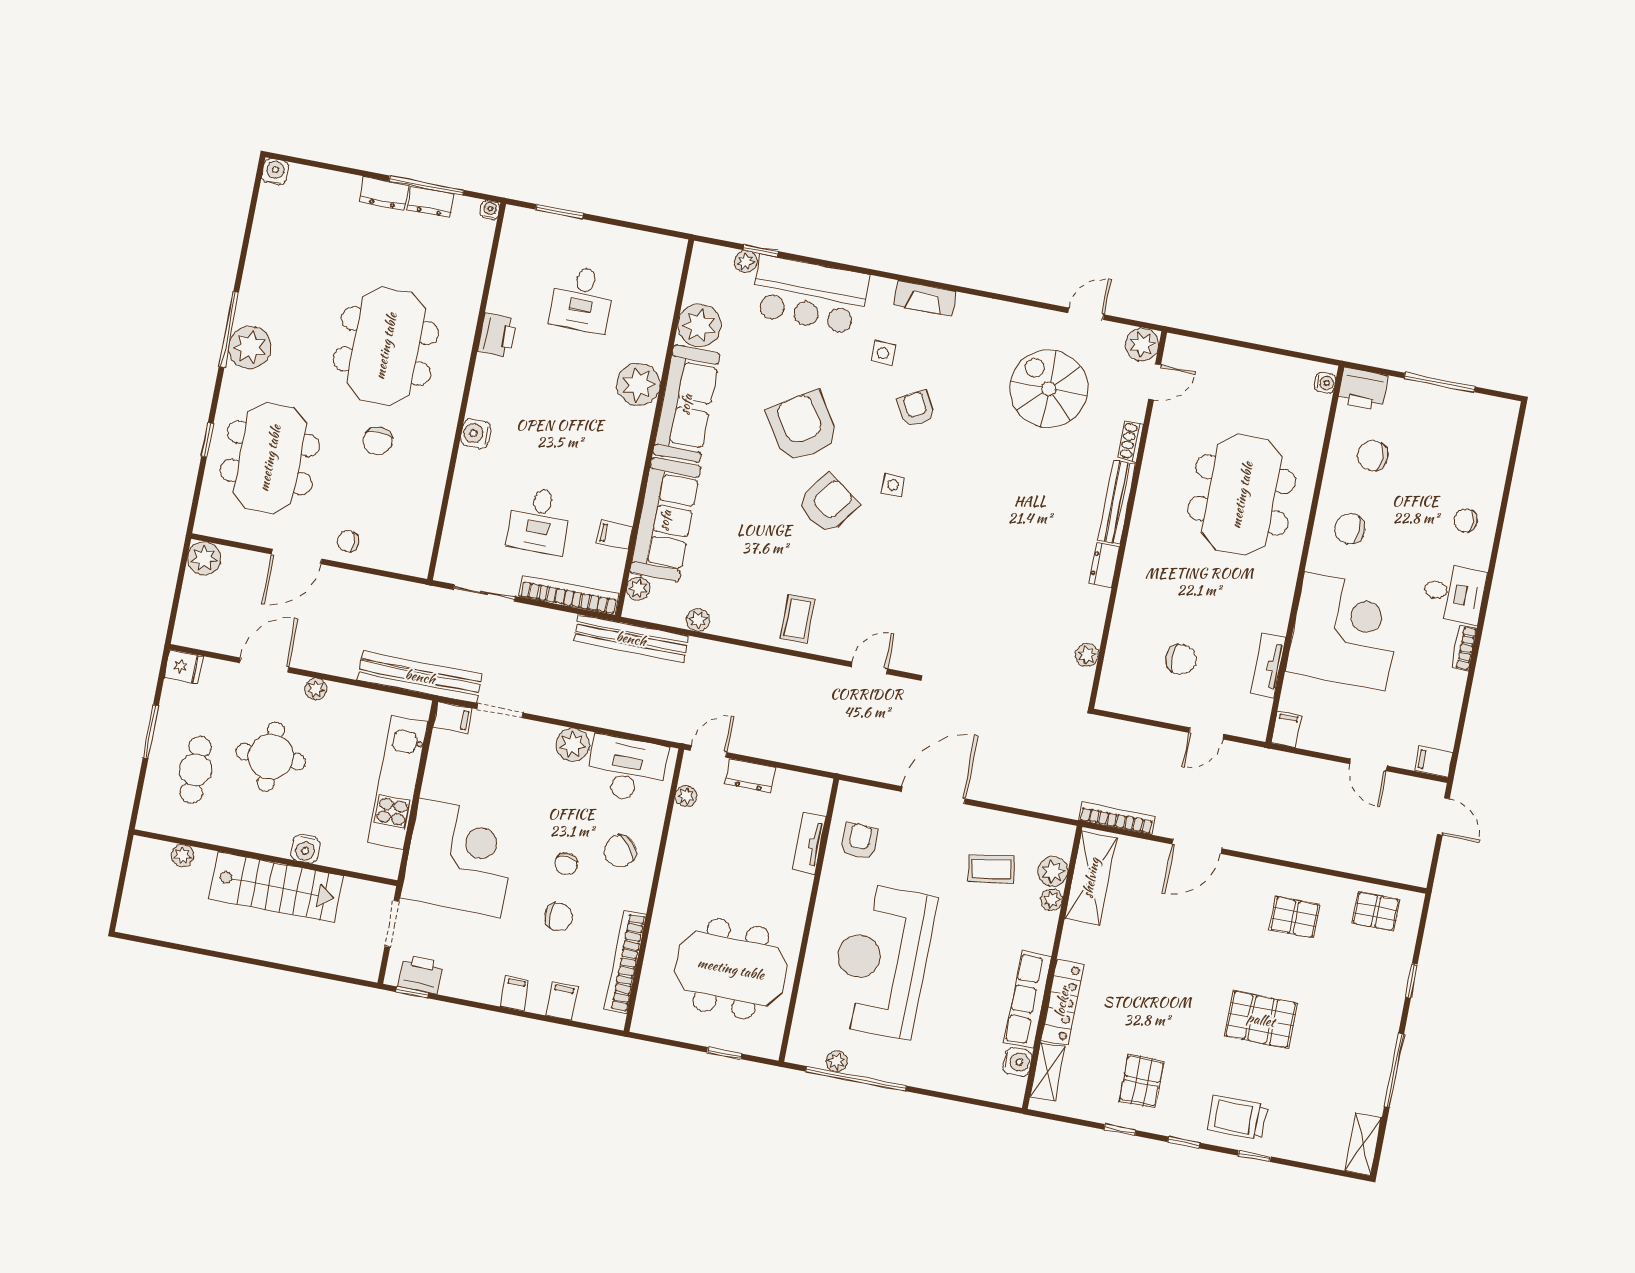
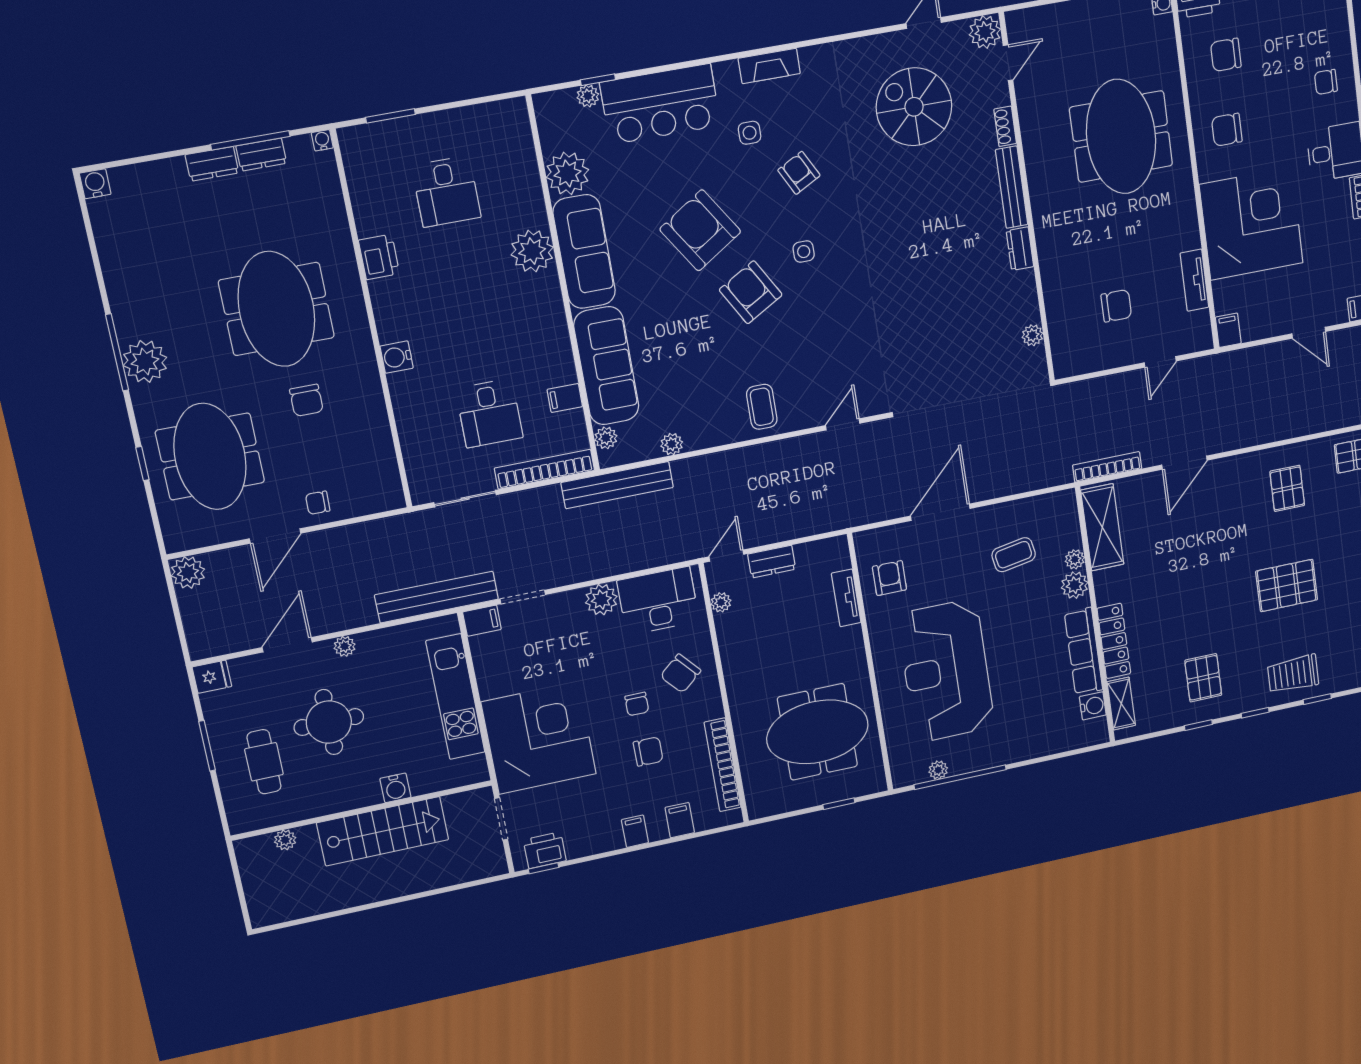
armchair: (828, 504) -> (751, 292), turned -66
plant: (1053, 872) -> (1075, 585), moved
pallet: (1295, 917) -> (1287, 488), turned 90

